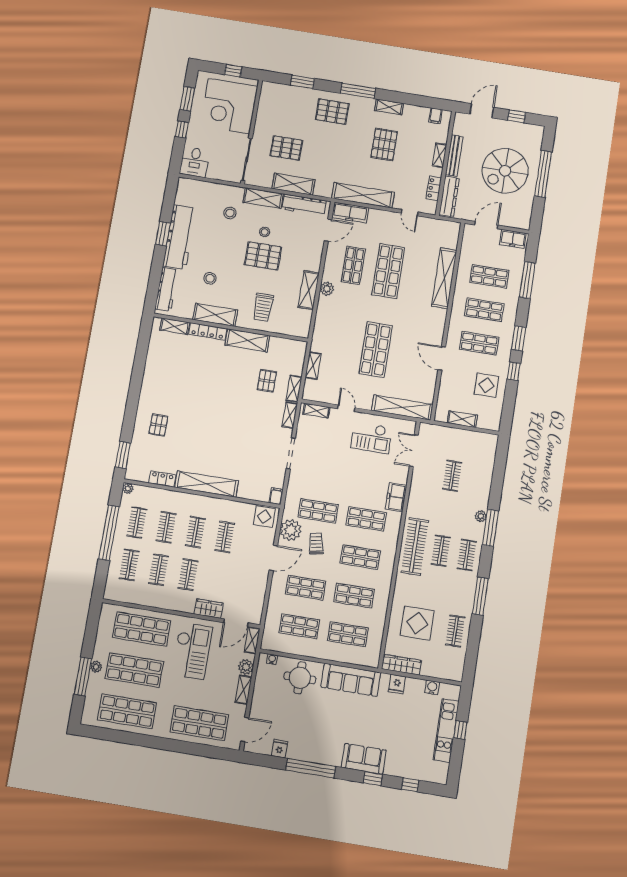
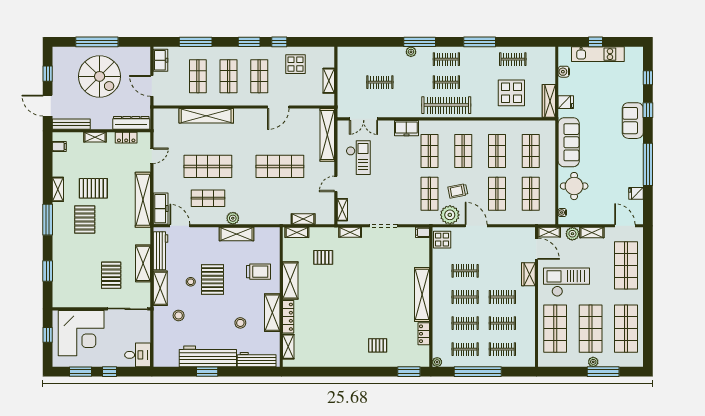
pallet: (332, 112) -> (85, 220), moved
bench: (454, 156) -> (71, 124), moved
shelving: (294, 389) -> (297, 232), moved

